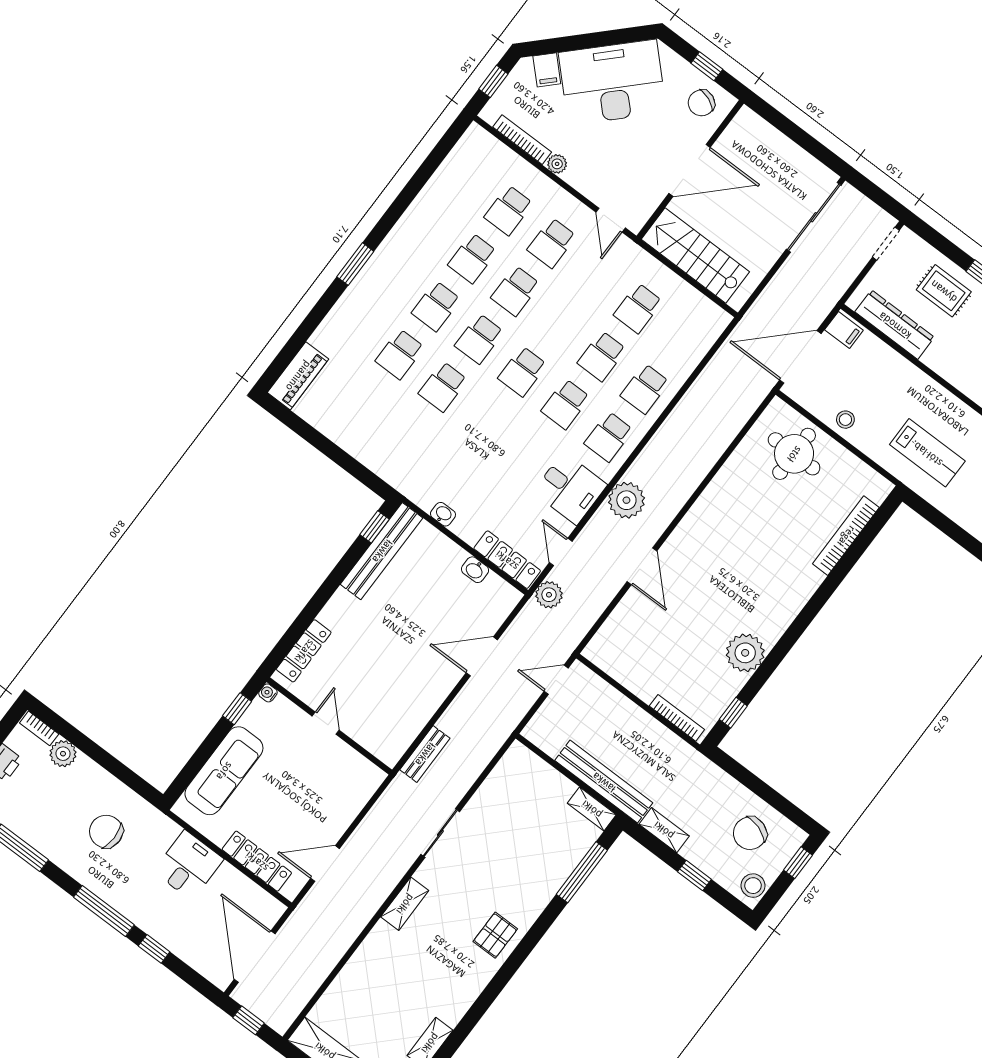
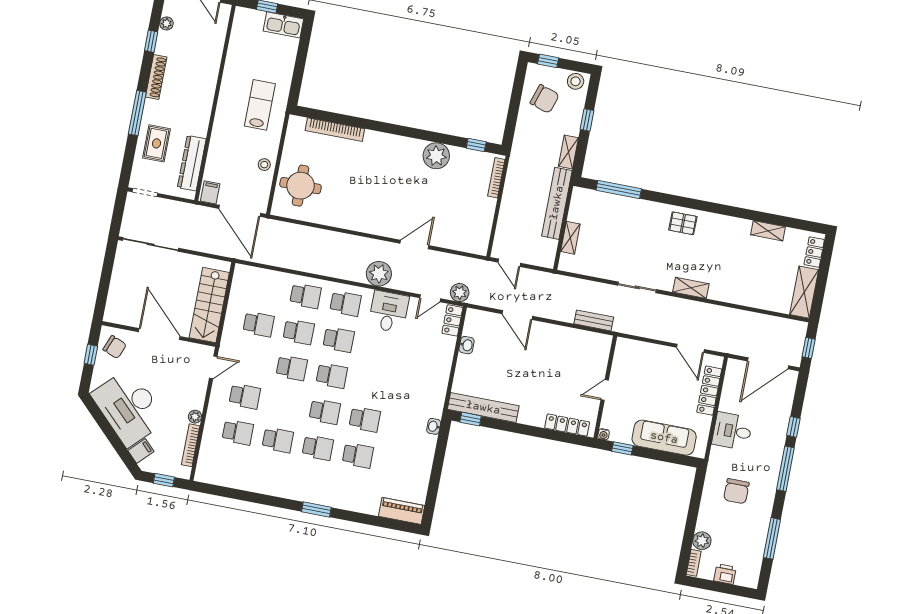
school desk: (515, 291) -> (292, 368), moved
washbasin: (443, 514) -> (434, 426), moved
locker: (507, 560) -> (452, 320), width x0.66
shelving: (592, 809) -> (570, 238), moved

